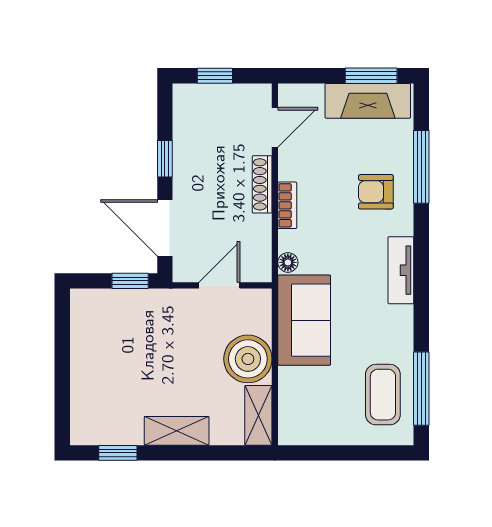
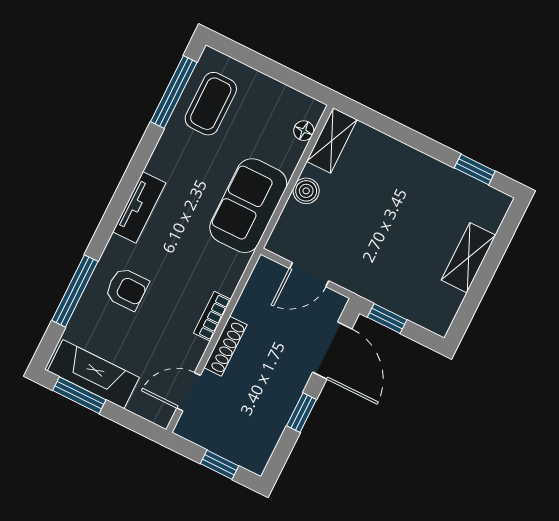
floor lamp: (288, 262) -> (304, 131), moved
boiler: (248, 359) -> (306, 191), width x0.54, depth x0.54
shelving: (177, 431) -> (468, 258), moved, turned 90

